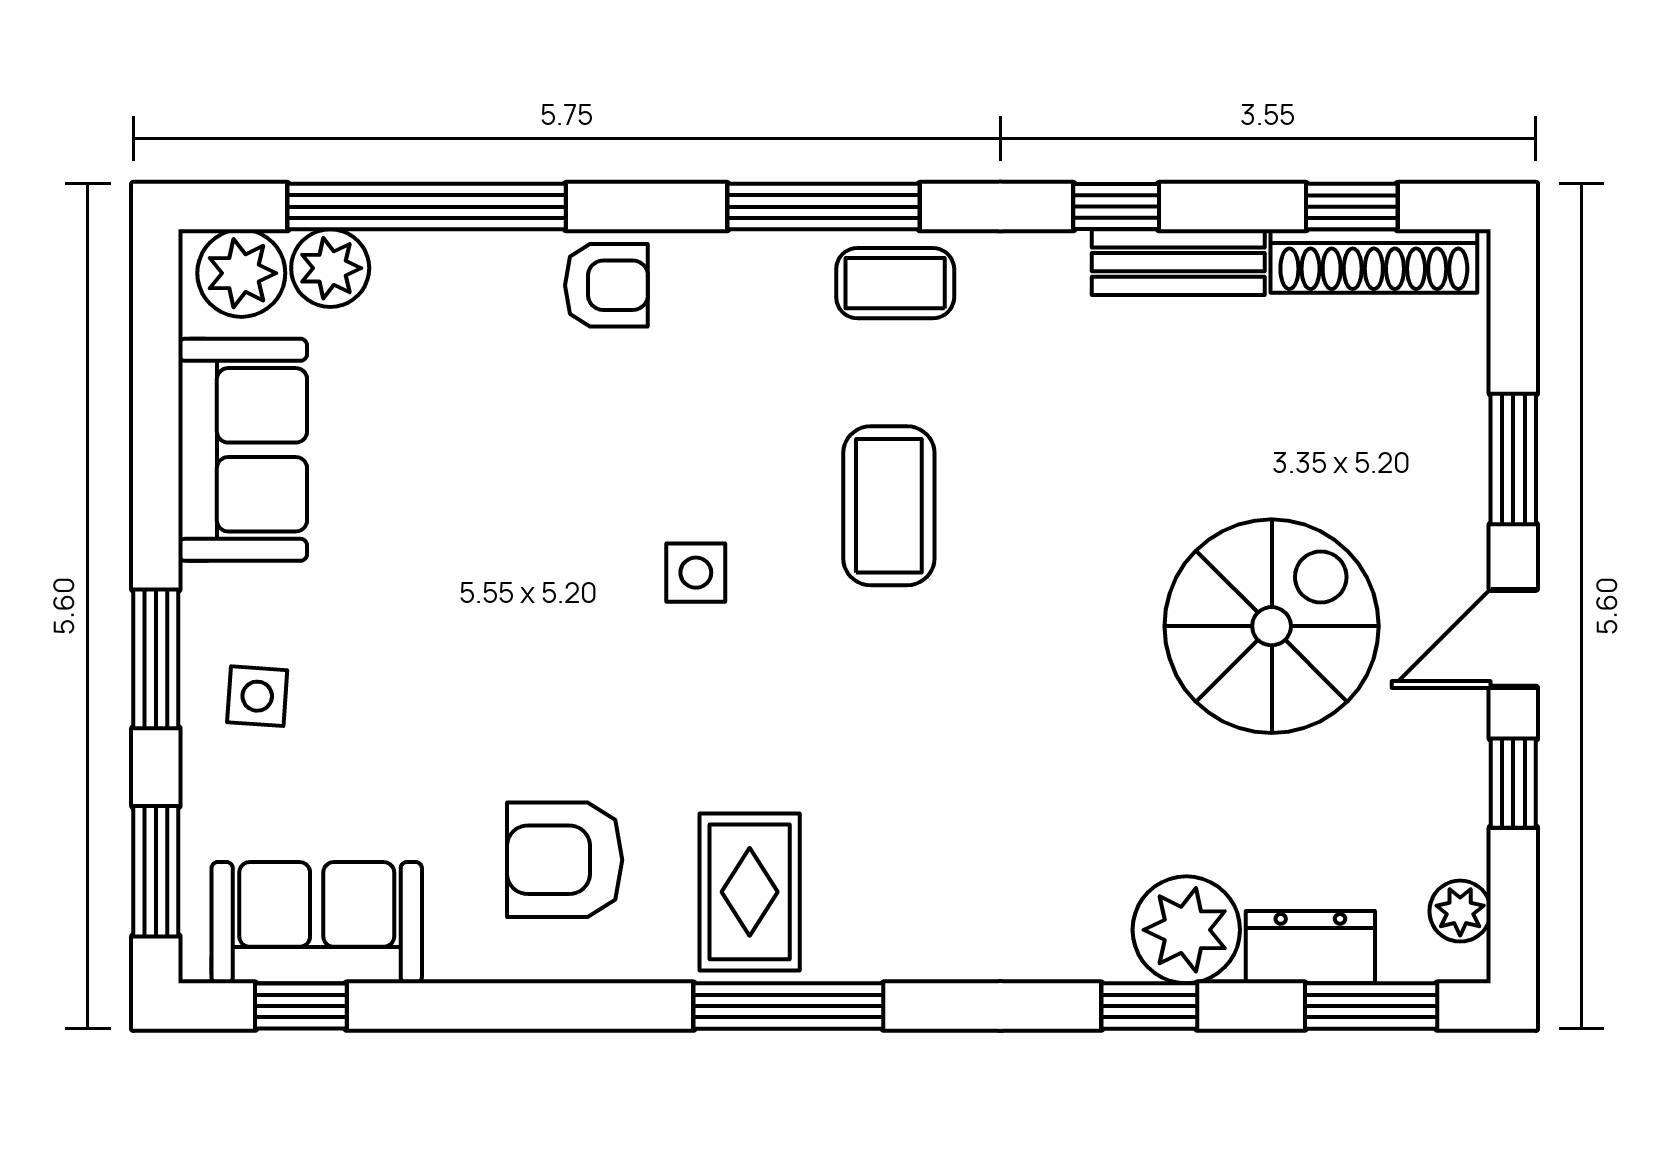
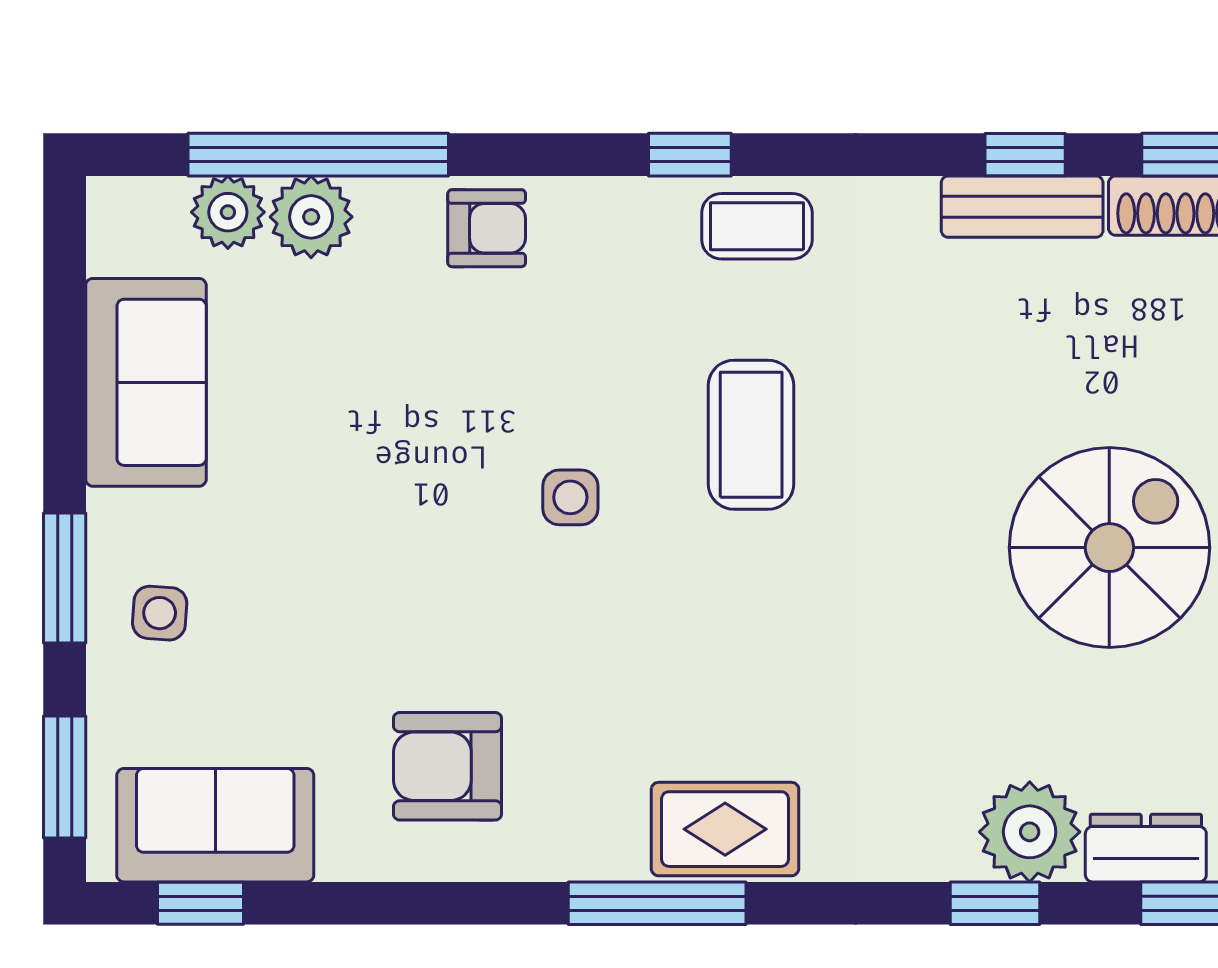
window: (824, 207) -> (690, 155), width x0.46
window: (1116, 207) -> (1025, 155), moved
plant: (241, 273) -> (311, 217), moved
rug: (750, 892) -> (725, 829), moved, turned 90

